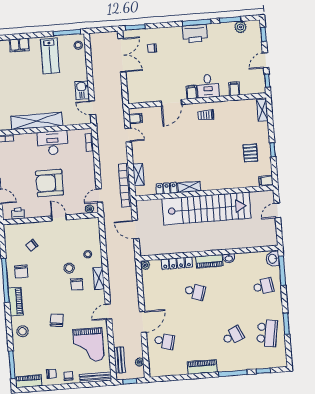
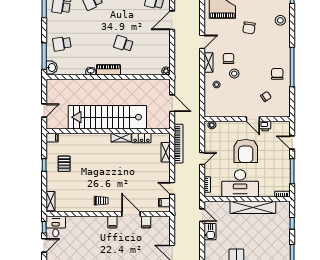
desk: (208, 86) -> (56, 227), moved
filing cabinet: (234, 89) -> (146, 222), moved
door: (171, 103) -> (131, 214), hinge flipped
desk: (53, 143) -> (240, 183), width x1.36, depth x1.30
armchair: (50, 183) -> (246, 151), turned 90
door: (99, 196) -> (202, 158), moved
printer: (18, 213) -> (265, 126), moved
door: (59, 218) -> (253, 119), moved
locker: (177, 263) -> (137, 70), removed
piano: (16, 302) -> (284, 47), removed
door: (109, 312) -> (202, 42), moved

